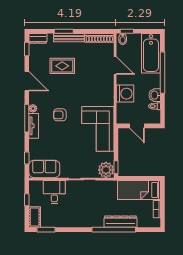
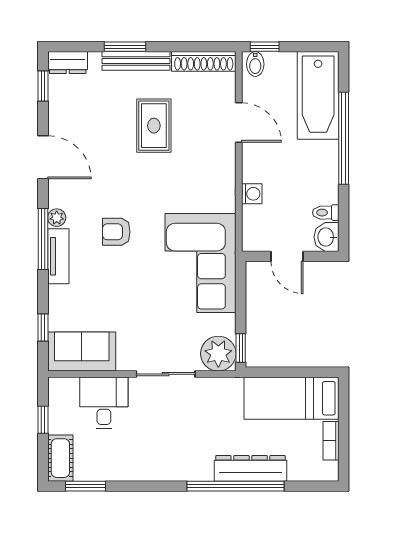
rug: (62, 66) -> (154, 126), moved, turned 90
washing machine: (125, 94) -> (252, 194), width x0.53, depth x0.53
washbasin: (155, 95) -> (326, 237), moved

